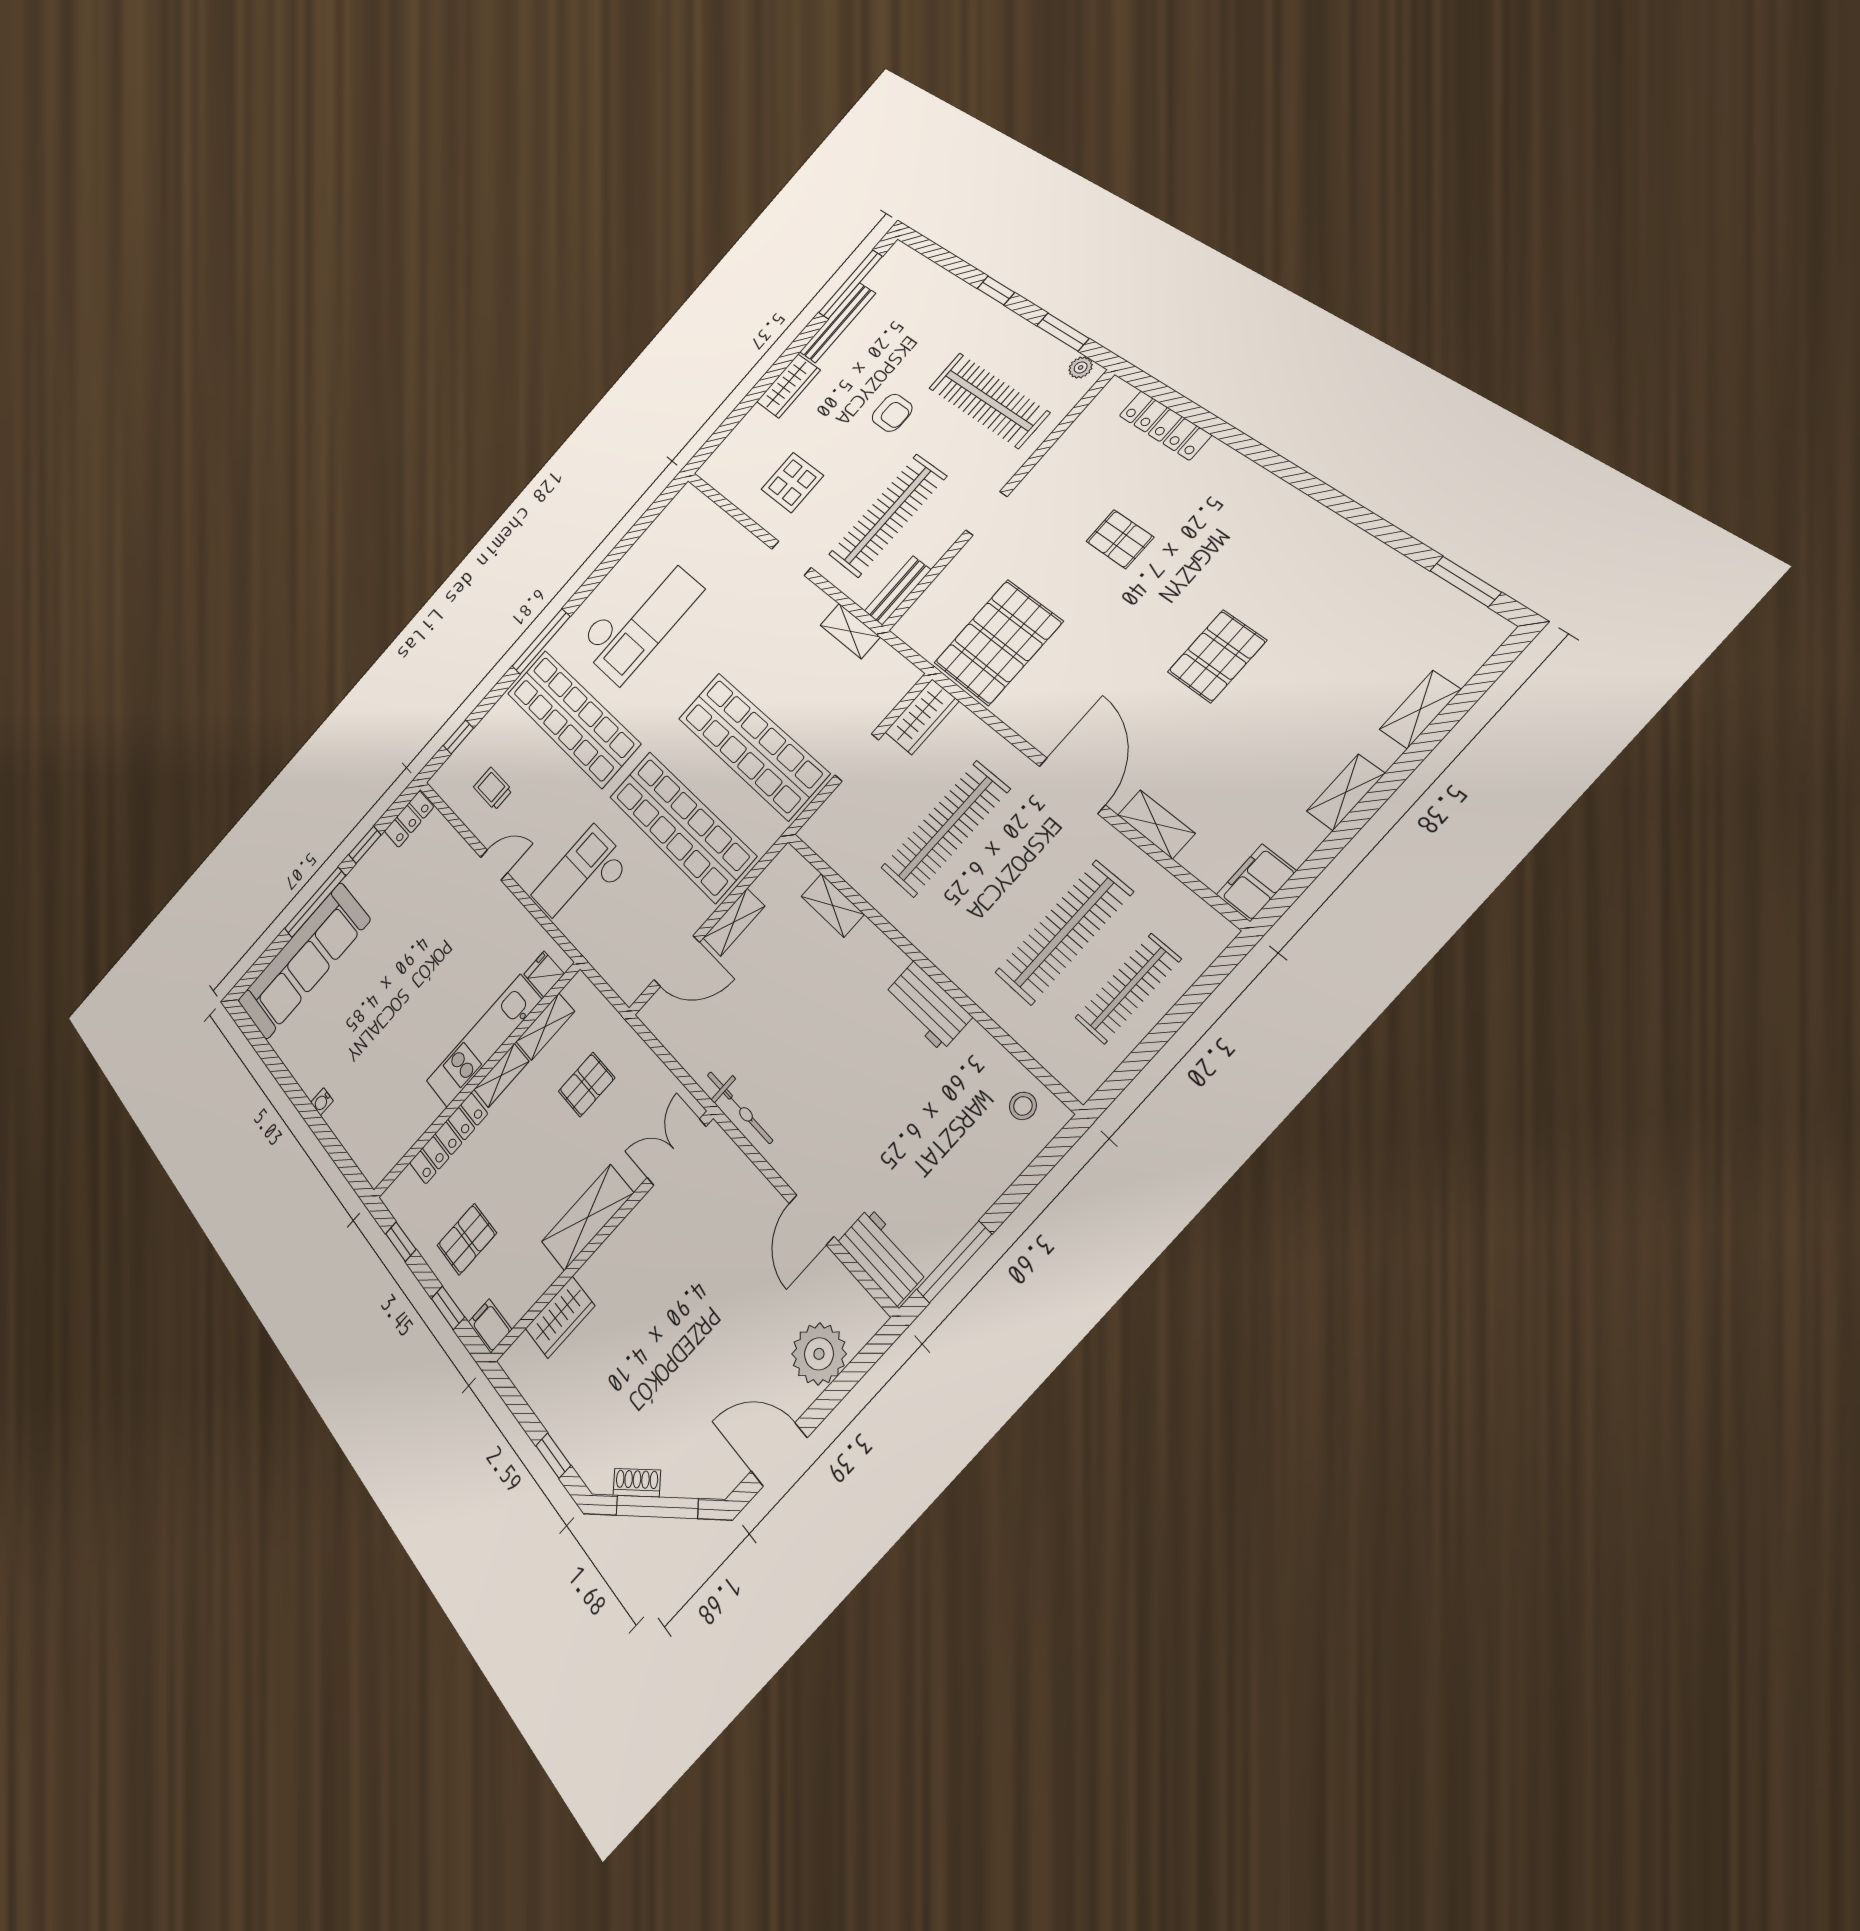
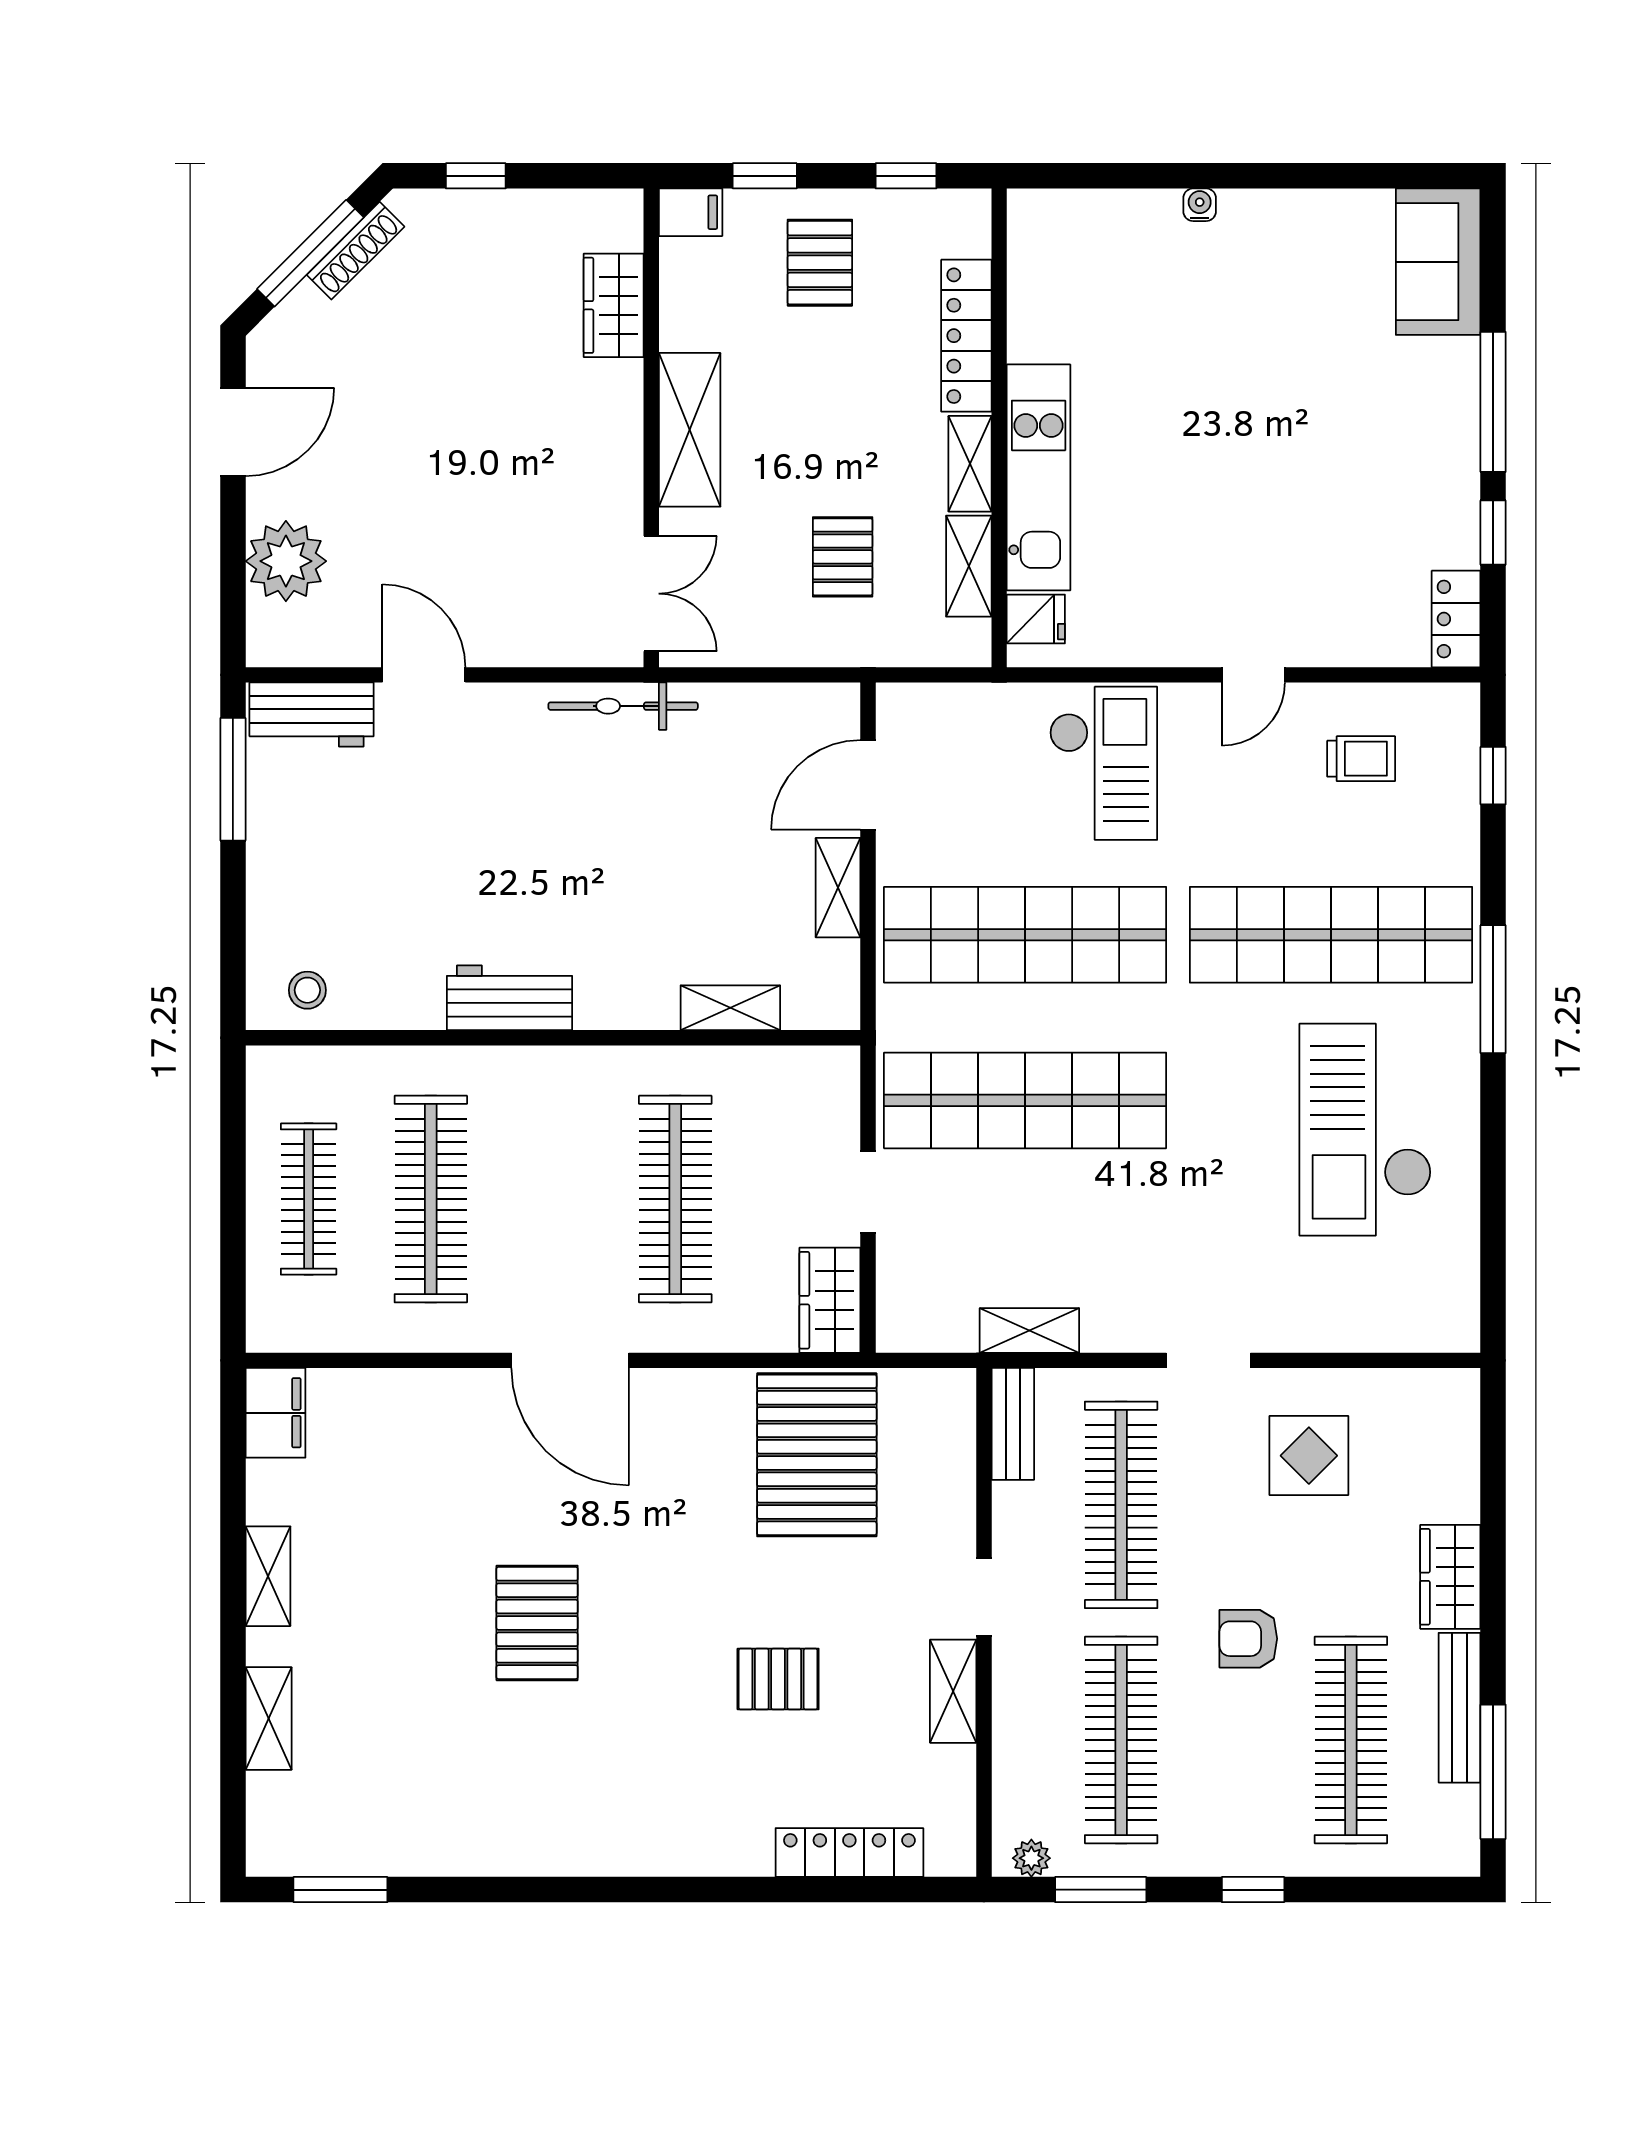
clothes rail: (893, 336) -> (1351, 1740), added
clothes rail: (989, 400) -> (1121, 1740), turned 90
shelving: (1156, 824) -> (953, 1691), moved, turned 90
sofa: (304, 960) -> (1438, 262), width x0.54, depth x0.79
shoe rack: (637, 1483) -> (356, 251), width x1.43

